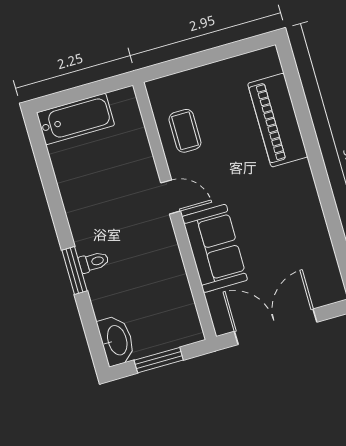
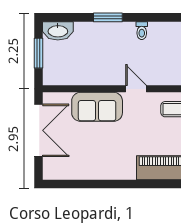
door: (171, 197) -> (136, 89), swing flipped
toilet: (94, 262) -> (142, 31), moved

